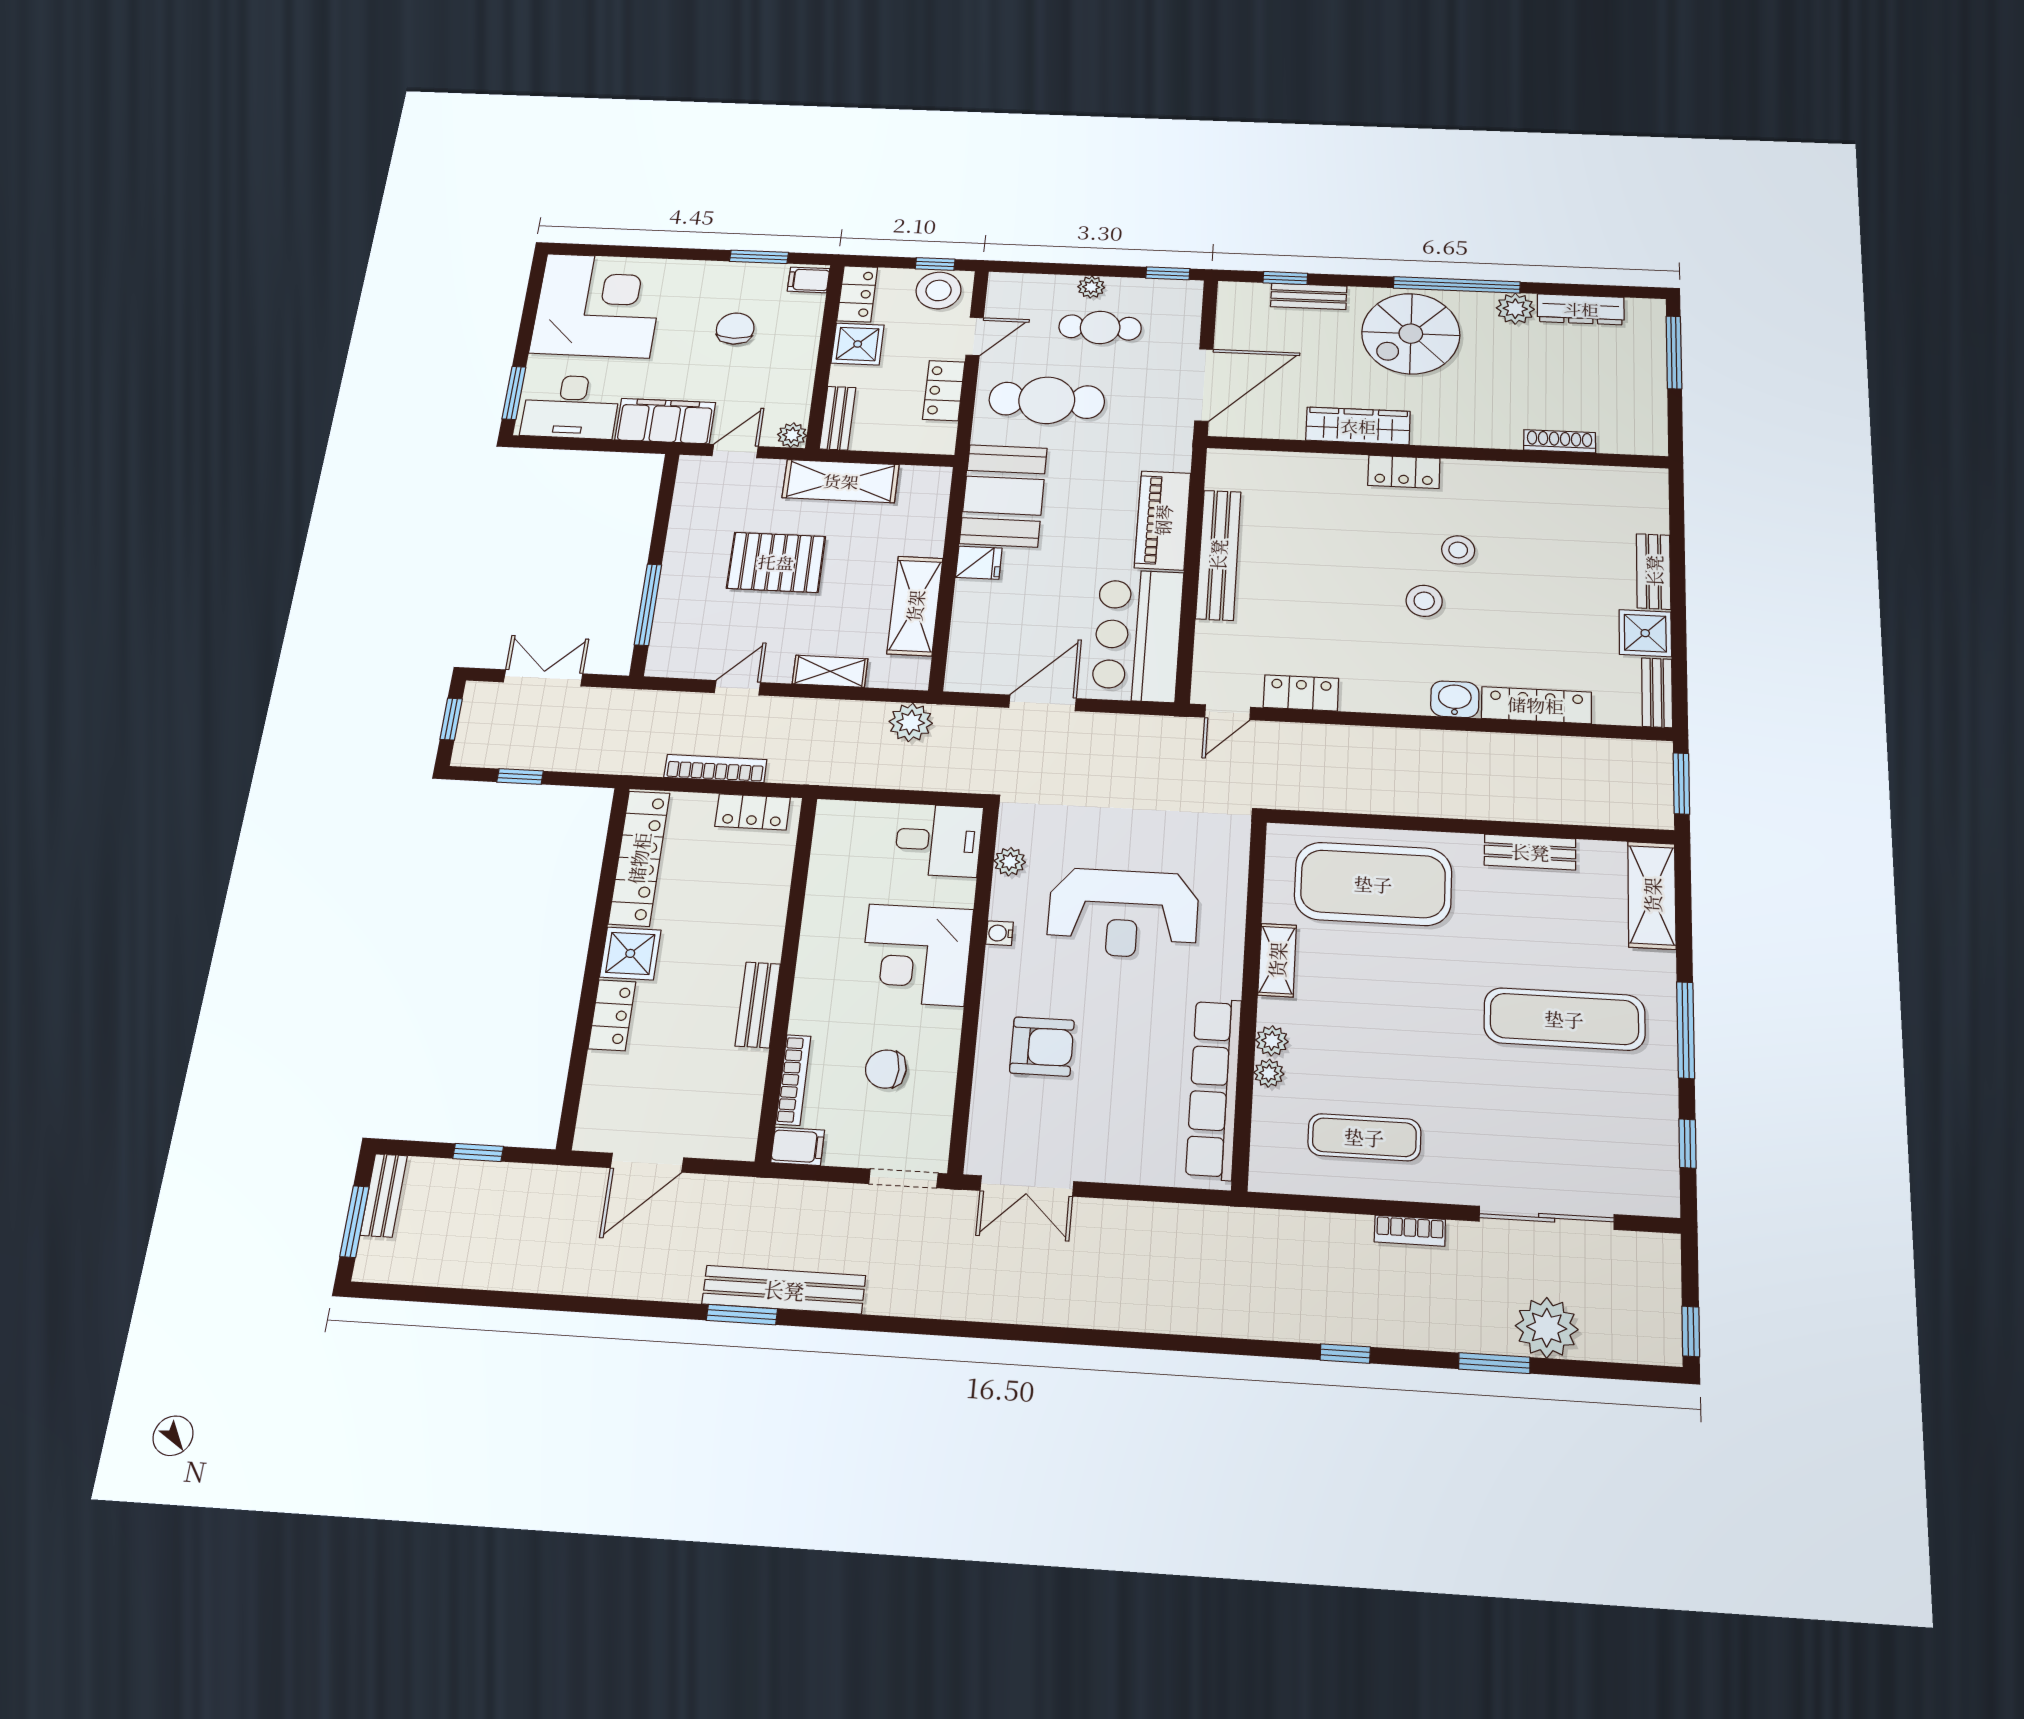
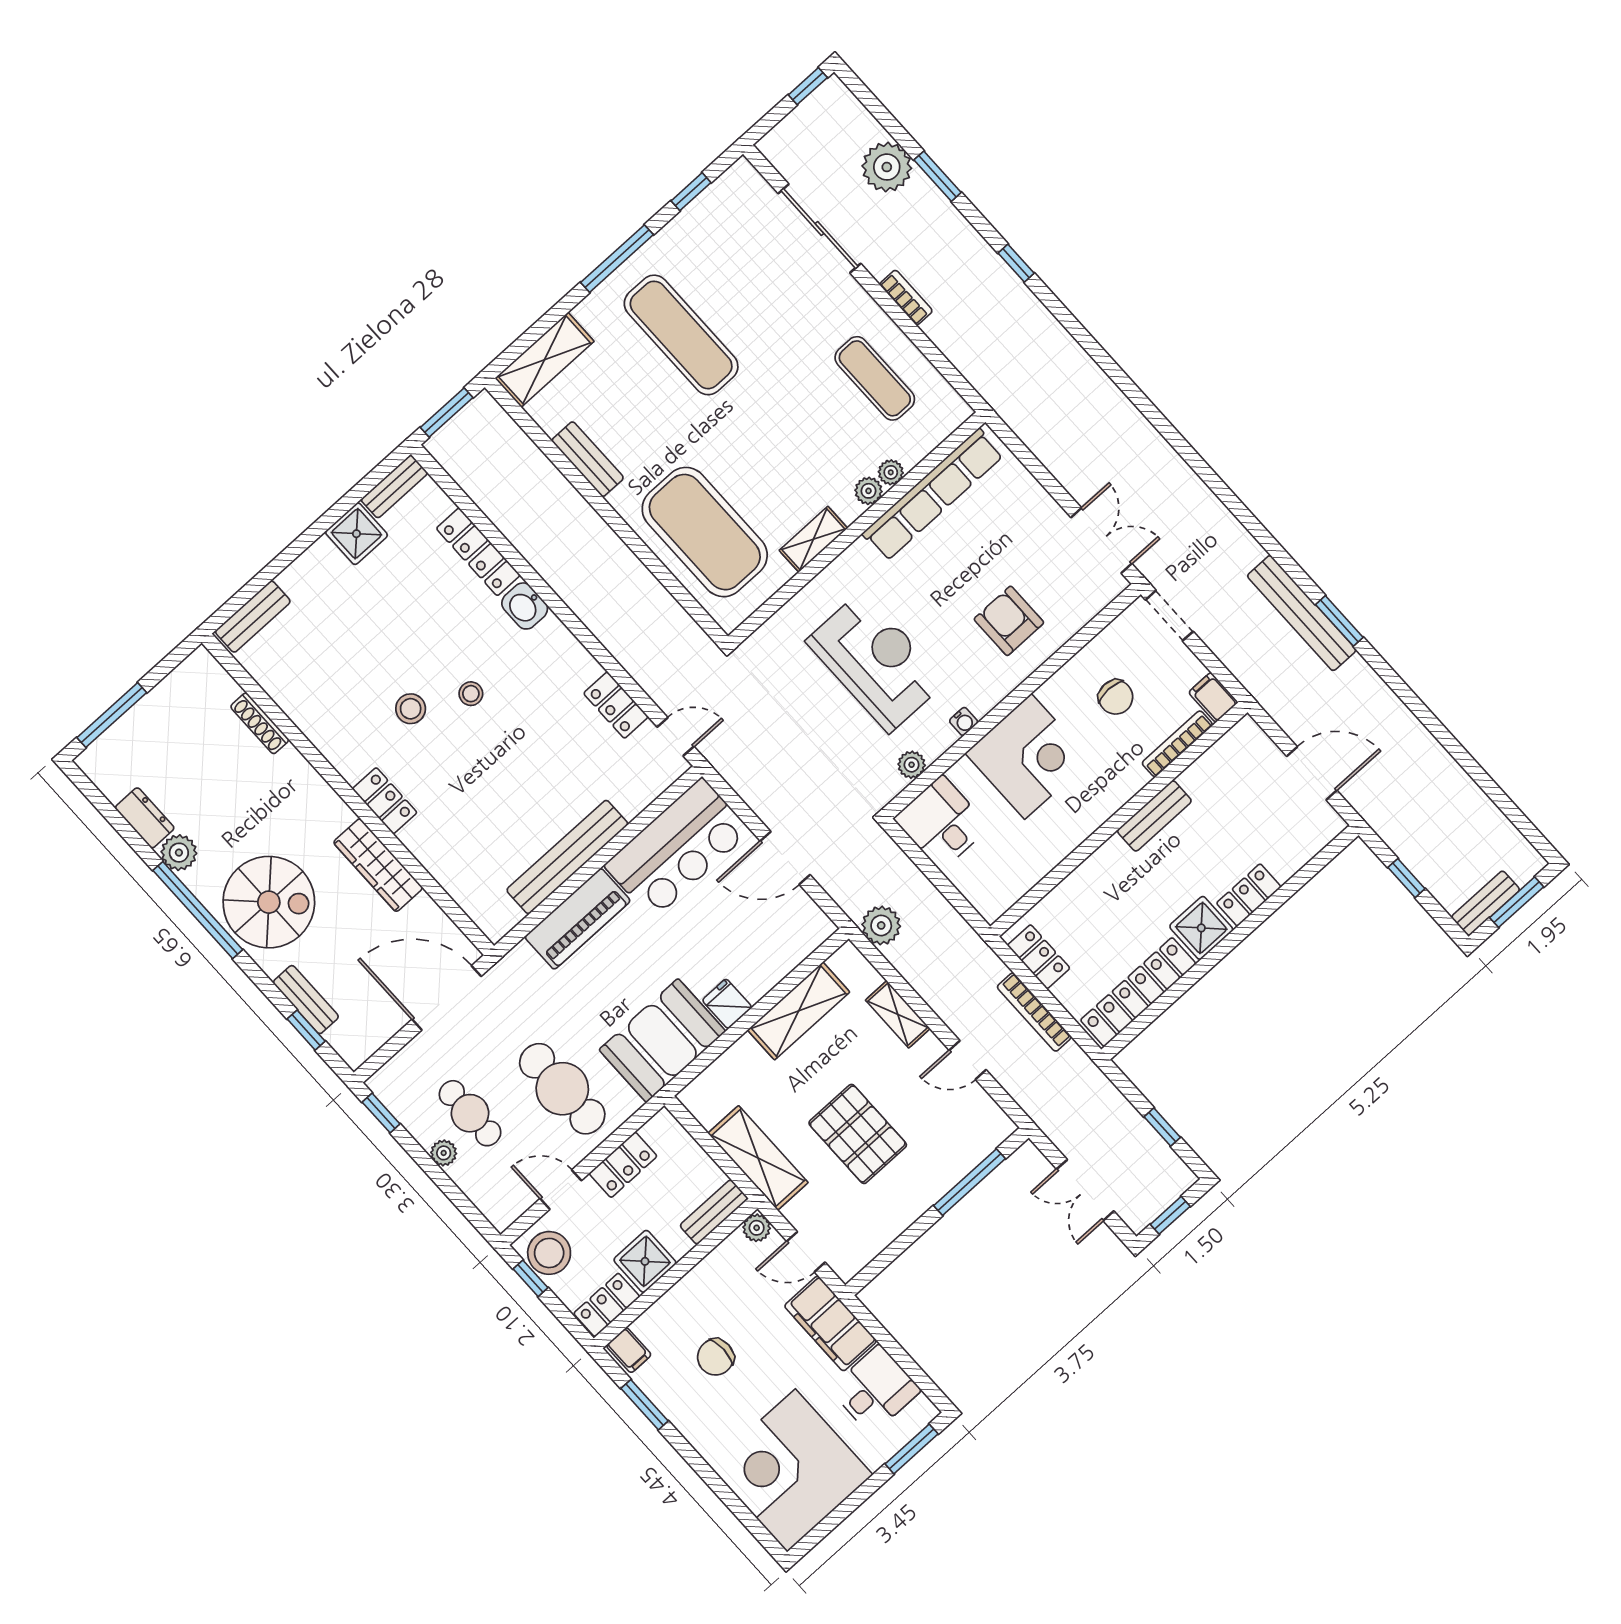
dresser: (1581, 309) -> (145, 818), width x0.70
desk: (571, 407) -> (875, 1390), width x0.73
bench: (1654, 571) -> (253, 617), moved
stool: (1424, 601) -> (471, 694), width x0.73, depth x0.73

